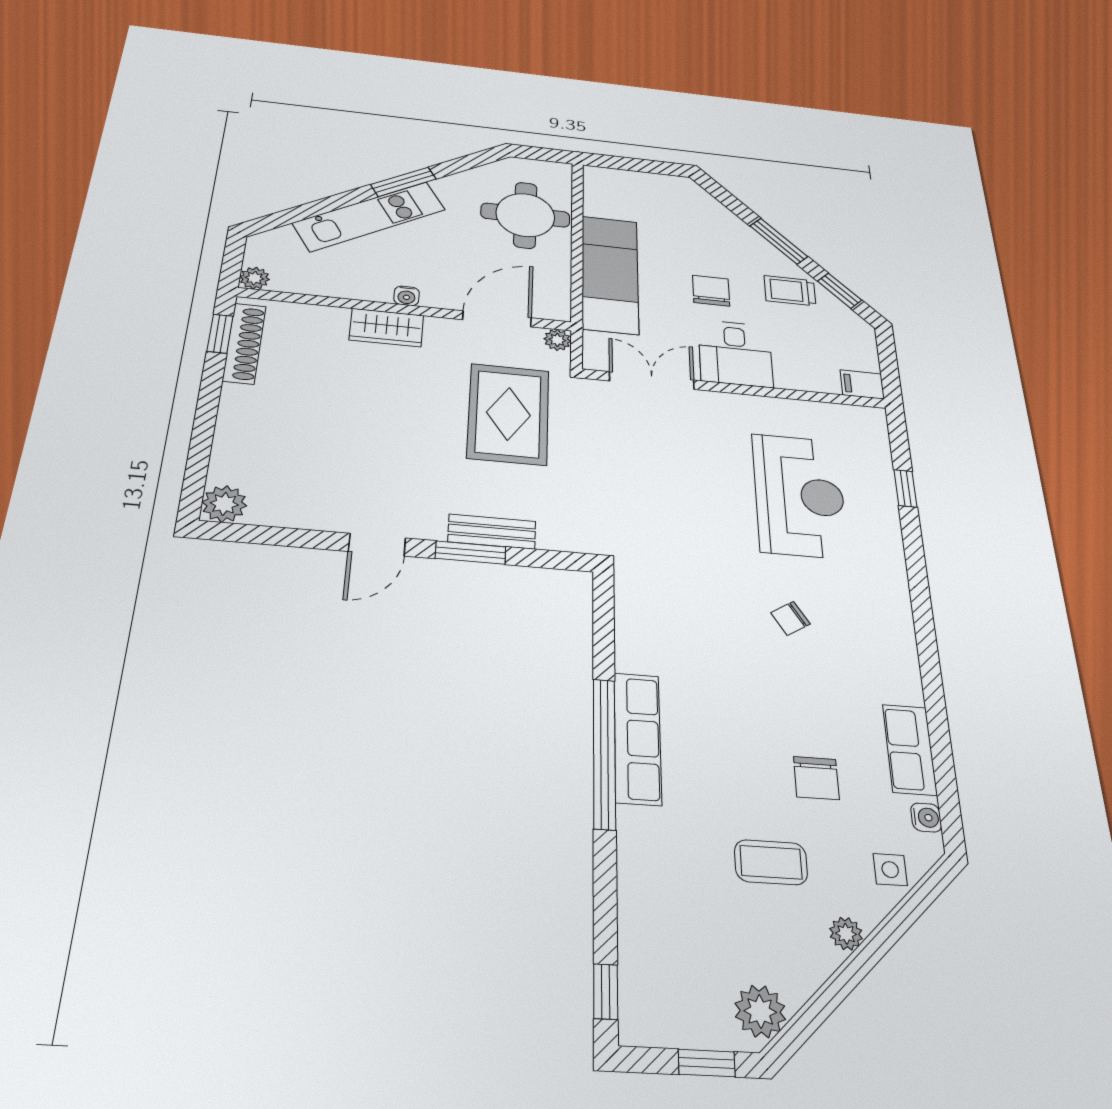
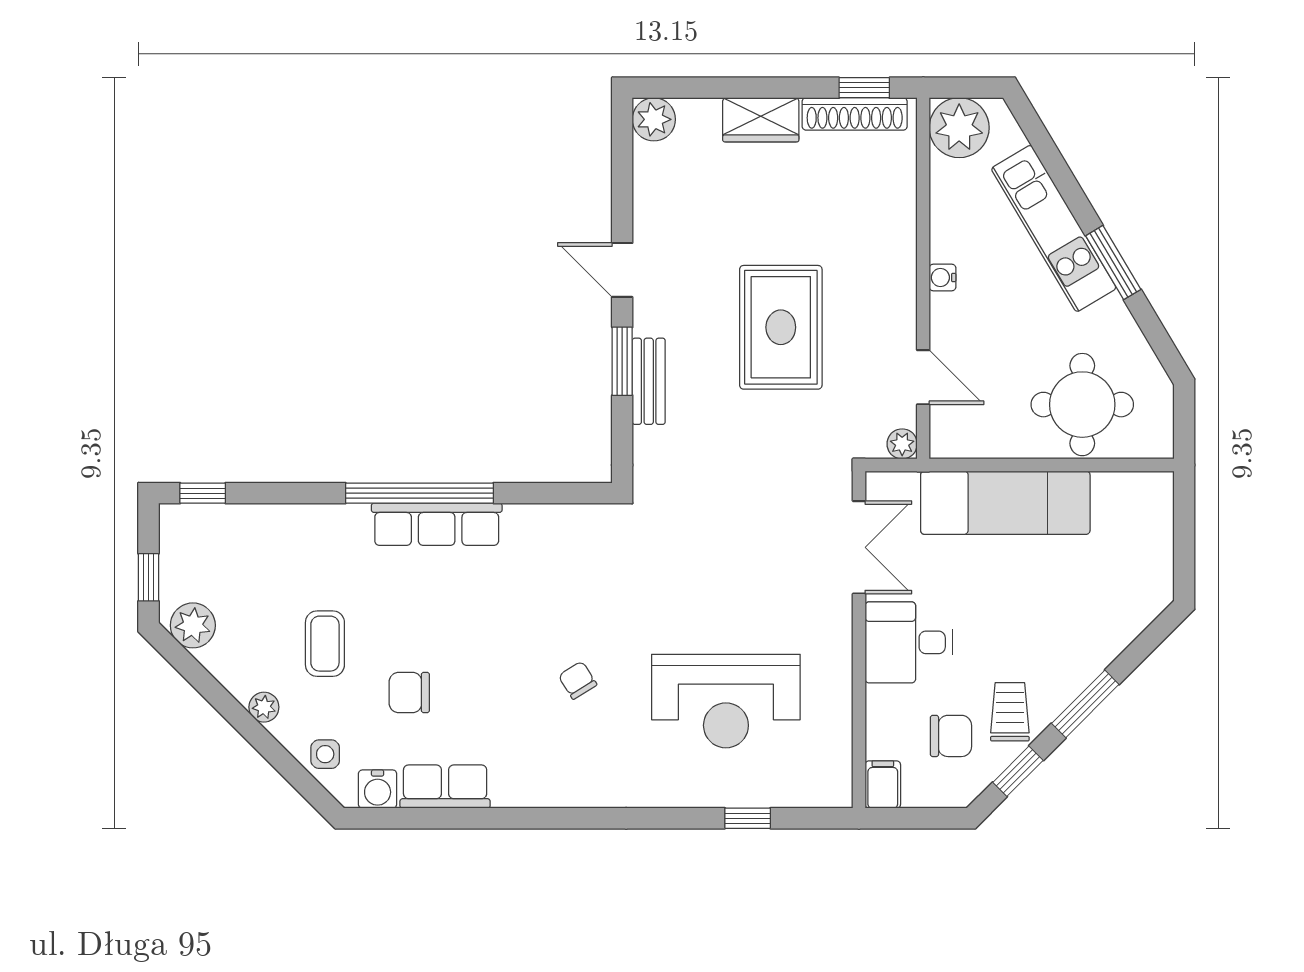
plant: (255, 278) -> (959, 128), width x1.87, depth x1.87
chair: (711, 291) -> (951, 736), moved
door: (497, 319) -> (923, 377), width x0.73
wardrobe: (386, 328) -> (761, 120), moved, turned -90
rug: (508, 414) -> (781, 327), moved, turned 90
water cooler: (926, 817) -> (378, 789), width x1.38, depth x1.38

